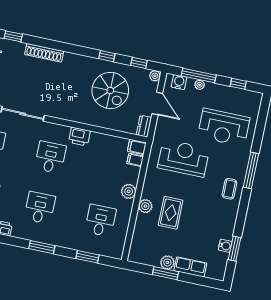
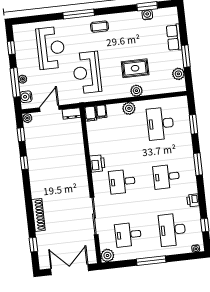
spiral stairs: (110, 90) -> (51, 151), removed
desk: (100, 221) -> (160, 124), width x1.37
plant: (167, 262) -> (178, 74), moved

